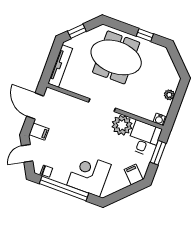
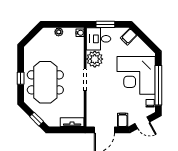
window: (145, 35) -> (21, 78), moved
tv unit: (60, 66) -> (72, 122), width x0.71
corner desk: (89, 175) -> (136, 75), width x1.36, depth x1.36

